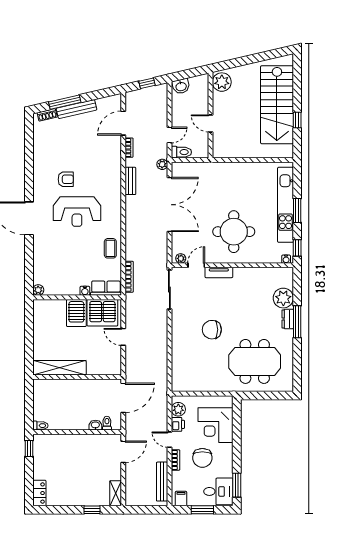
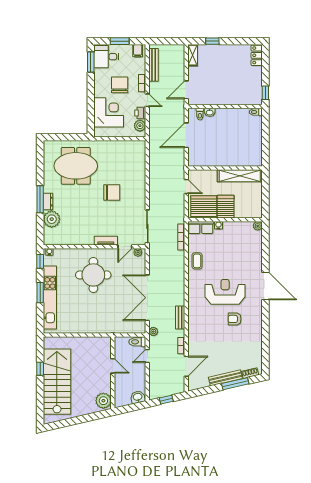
shelving: (59, 368) -> (240, 176), moved
wall: (77, 377) -> (225, 168), moved

